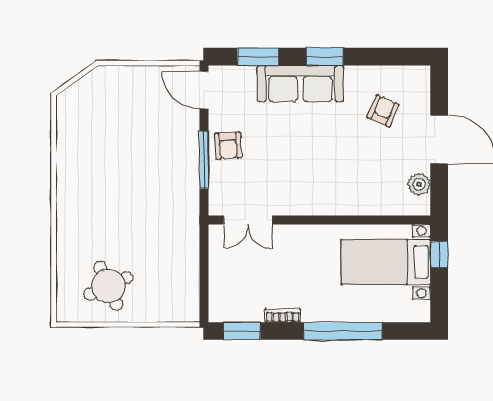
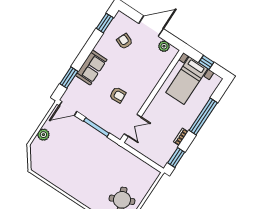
window: (325, 57) -> (105, 23), moved
plant: (131, 77) -> (43, 135), added
sofa: (300, 84) -> (91, 68), width x0.73
armchair: (228, 146) -> (118, 95), moved
window: (439, 255) -> (206, 62), moved

